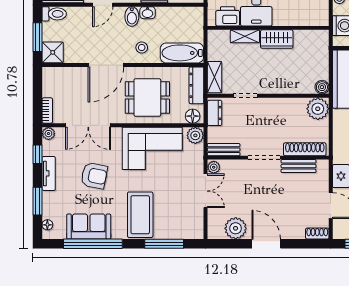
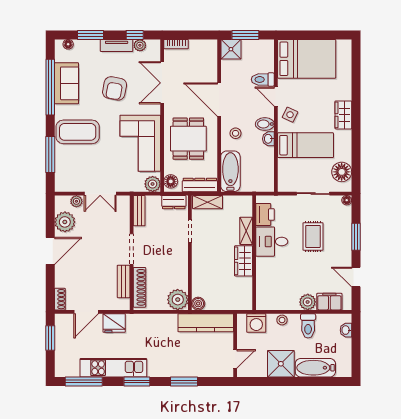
toilet: (54, 14) -> (263, 79), moved, turned 90
plant: (48, 134) -> (140, 45), moved
plant: (214, 167) -> (76, 201), moved

